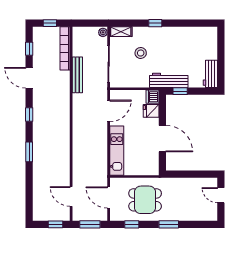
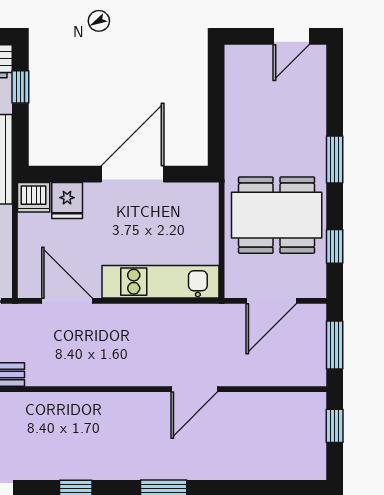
window: (180, 91) -> (20, 87), moved
door: (221, 195) -> (291, 36), moved
door: (71, 196) -> (194, 389), moved
dining table: (145, 200) -> (277, 215), width x1.38

